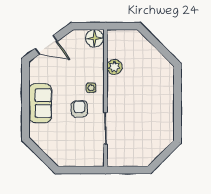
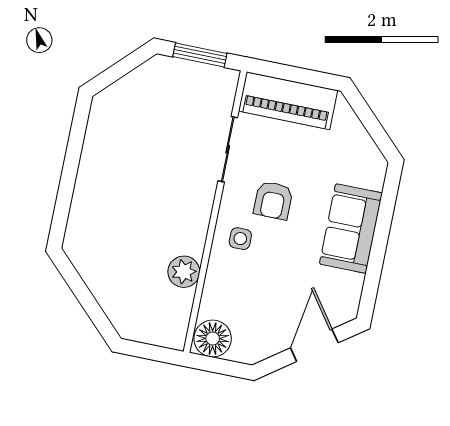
door: (46, 45) -> (314, 345), hinge flipped
piano: (82, 157) -> (288, 101), added
window: (128, 170) -> (200, 55), added

